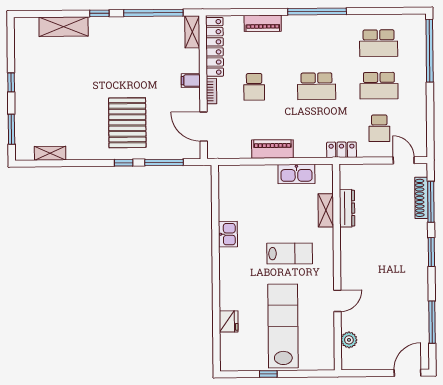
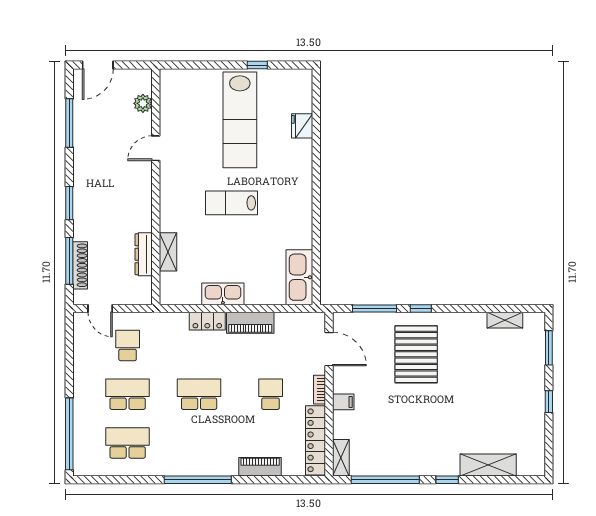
locker: (342, 150) -> (207, 321), moved
dresser: (347, 208) -> (144, 254), moved
shelving: (326, 210) -> (168, 252), moved
kitchen sink: (228, 234) -> (299, 277), moved, width x1.87, depth x1.24
wall: (337, 267) -> (156, 187), moved
door: (337, 301) -> (156, 148), moved
plant: (349, 340) -> (143, 103), moved

